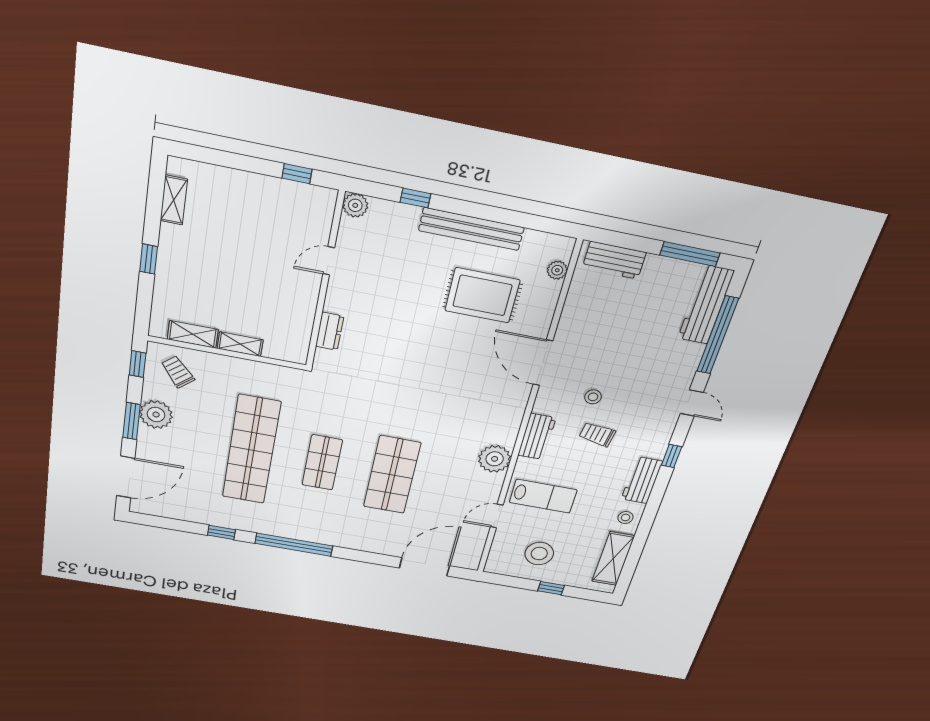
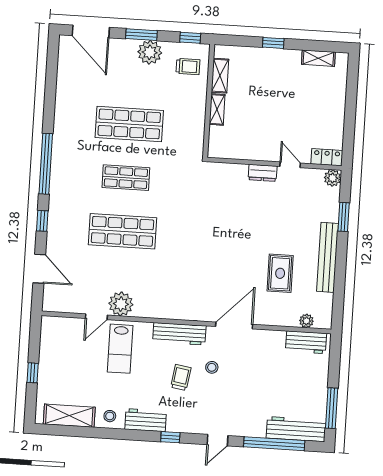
window: (297, 174) -> (349, 137), removed
window: (415, 198) -> (344, 217), width x1.50
locker: (323, 209) -> (327, 157), added
workbench: (614, 260) -> (306, 342), moved, turned -90
rug: (482, 295) -> (280, 273), width x0.73, depth x0.70
dresser: (330, 331) -> (263, 173), moved
trolley: (178, 372) -> (188, 67), turned 40
workbench: (537, 437) -> (179, 334), width x1.37
shop shelf: (251, 450) -> (129, 124), width x0.71
plant: (495, 459) -> (121, 304), moved
door: (497, 516) -> (96, 317), swing flipped
window: (221, 532) -> (42, 221), moved
stool: (539, 554) -> (66, 357), removed
door: (425, 567) -> (39, 269), width x0.73

